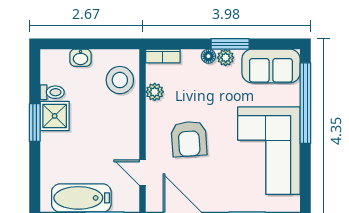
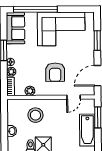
plant: (226, 58) -> (11, 72), moved
stool: (120, 80) -> (35, 115), moved
armchair: (189, 139) -> (55, 72), turned 94

